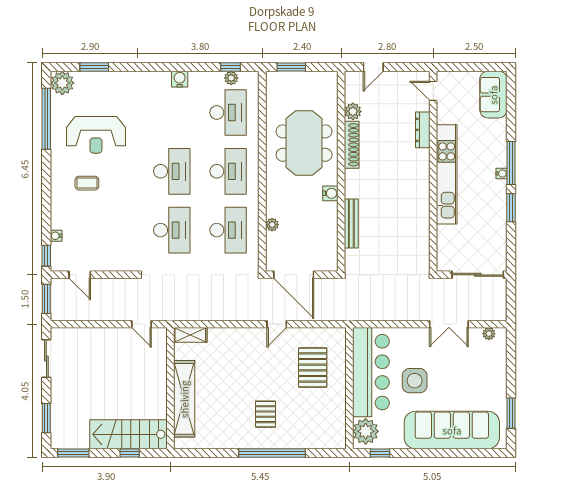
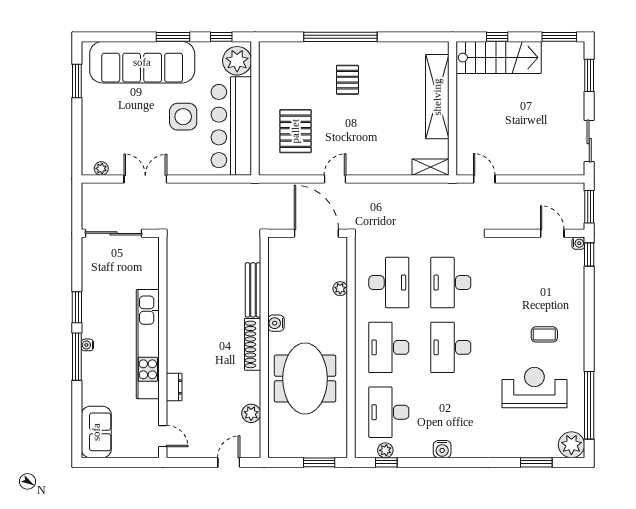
dresser: (423, 130) -> (174, 387), width x0.70
shoe rack: (352, 145) -> (253, 344), moved
desk: (228, 230) -> (389, 283), turned 180
water cooler: (56, 236) -> (578, 243), moved
window: (424, 453) -> (173, 37), added

